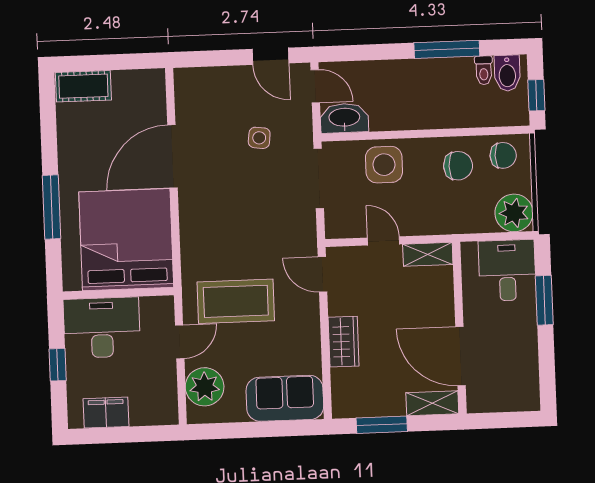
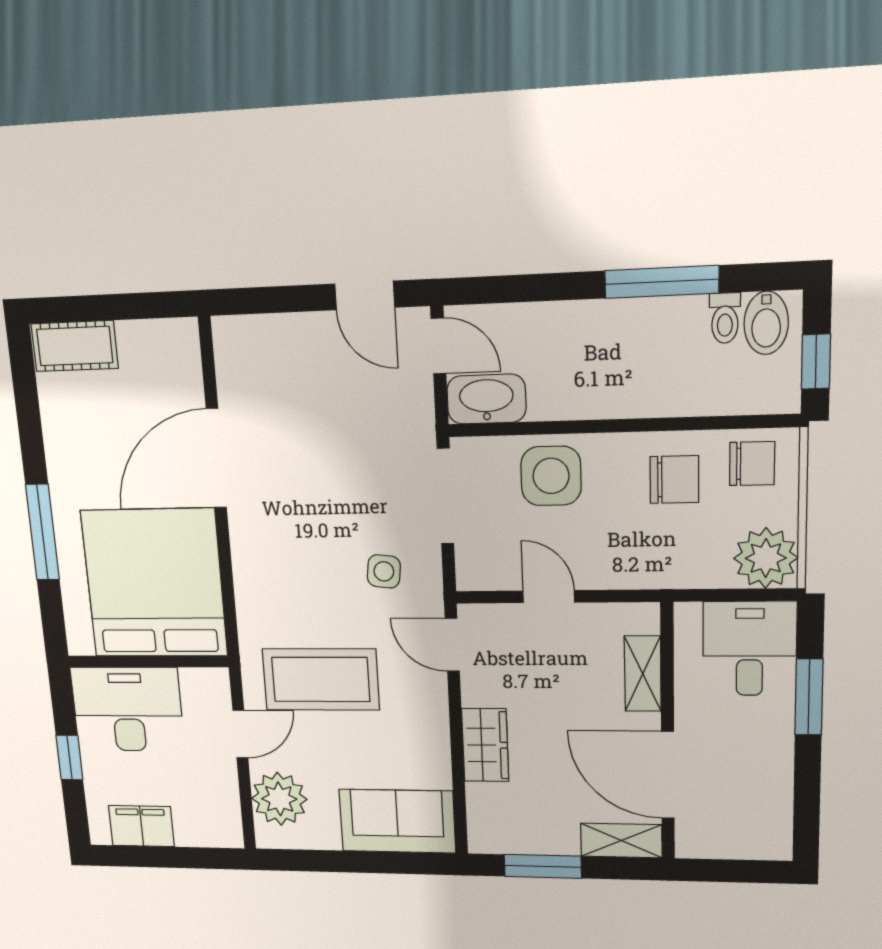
side table: (259, 138) -> (384, 571), moved
shelving: (428, 254) -> (643, 674), moved, turned 90

